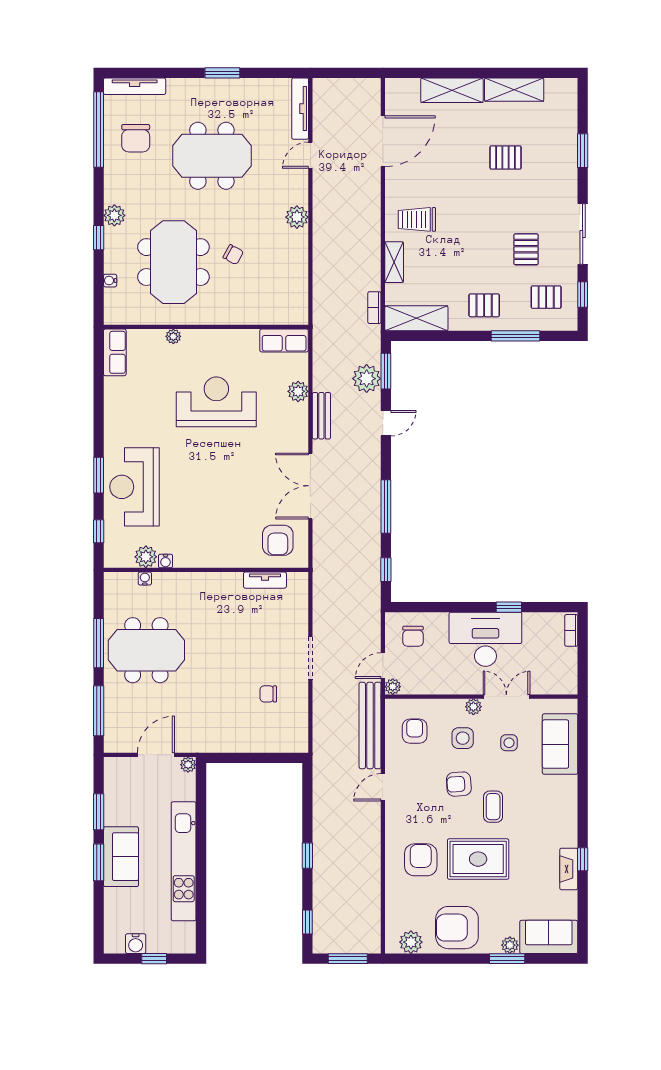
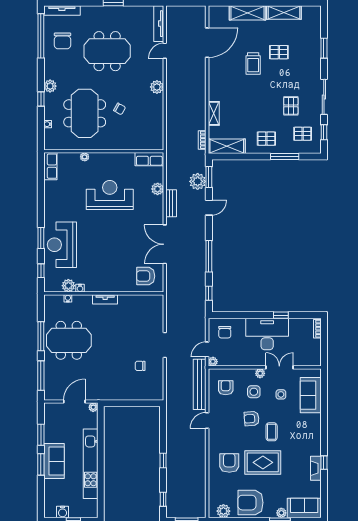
trolley: (417, 219) -> (253, 64), moved, turned -90
armchair: (278, 540) -> (146, 276), turned 90
tv unit: (265, 580) -> (105, 299), moved

